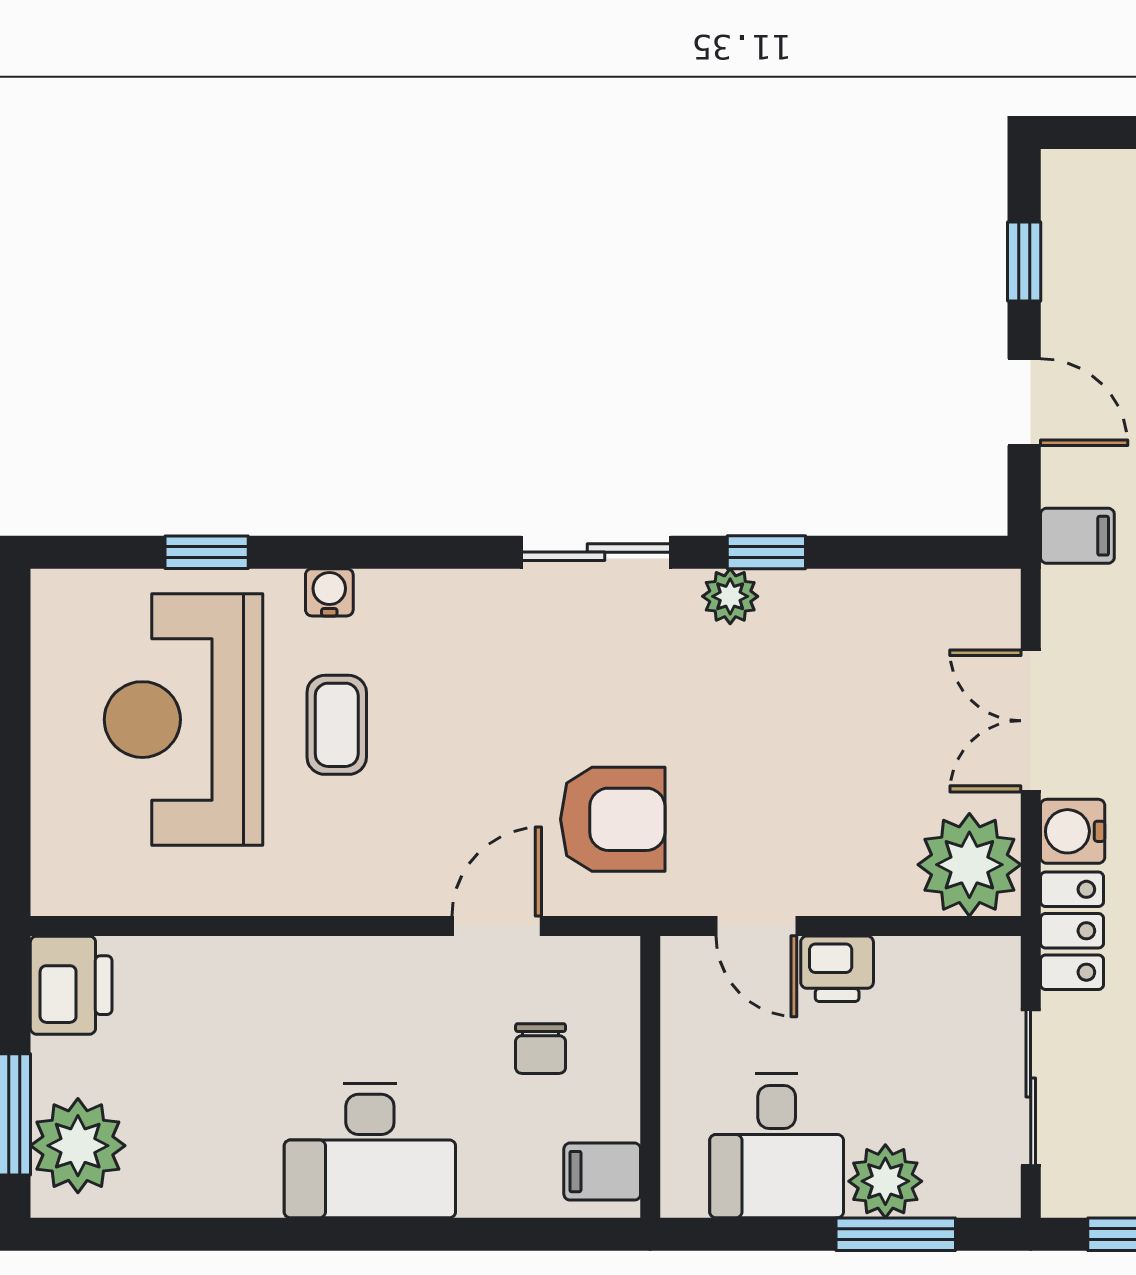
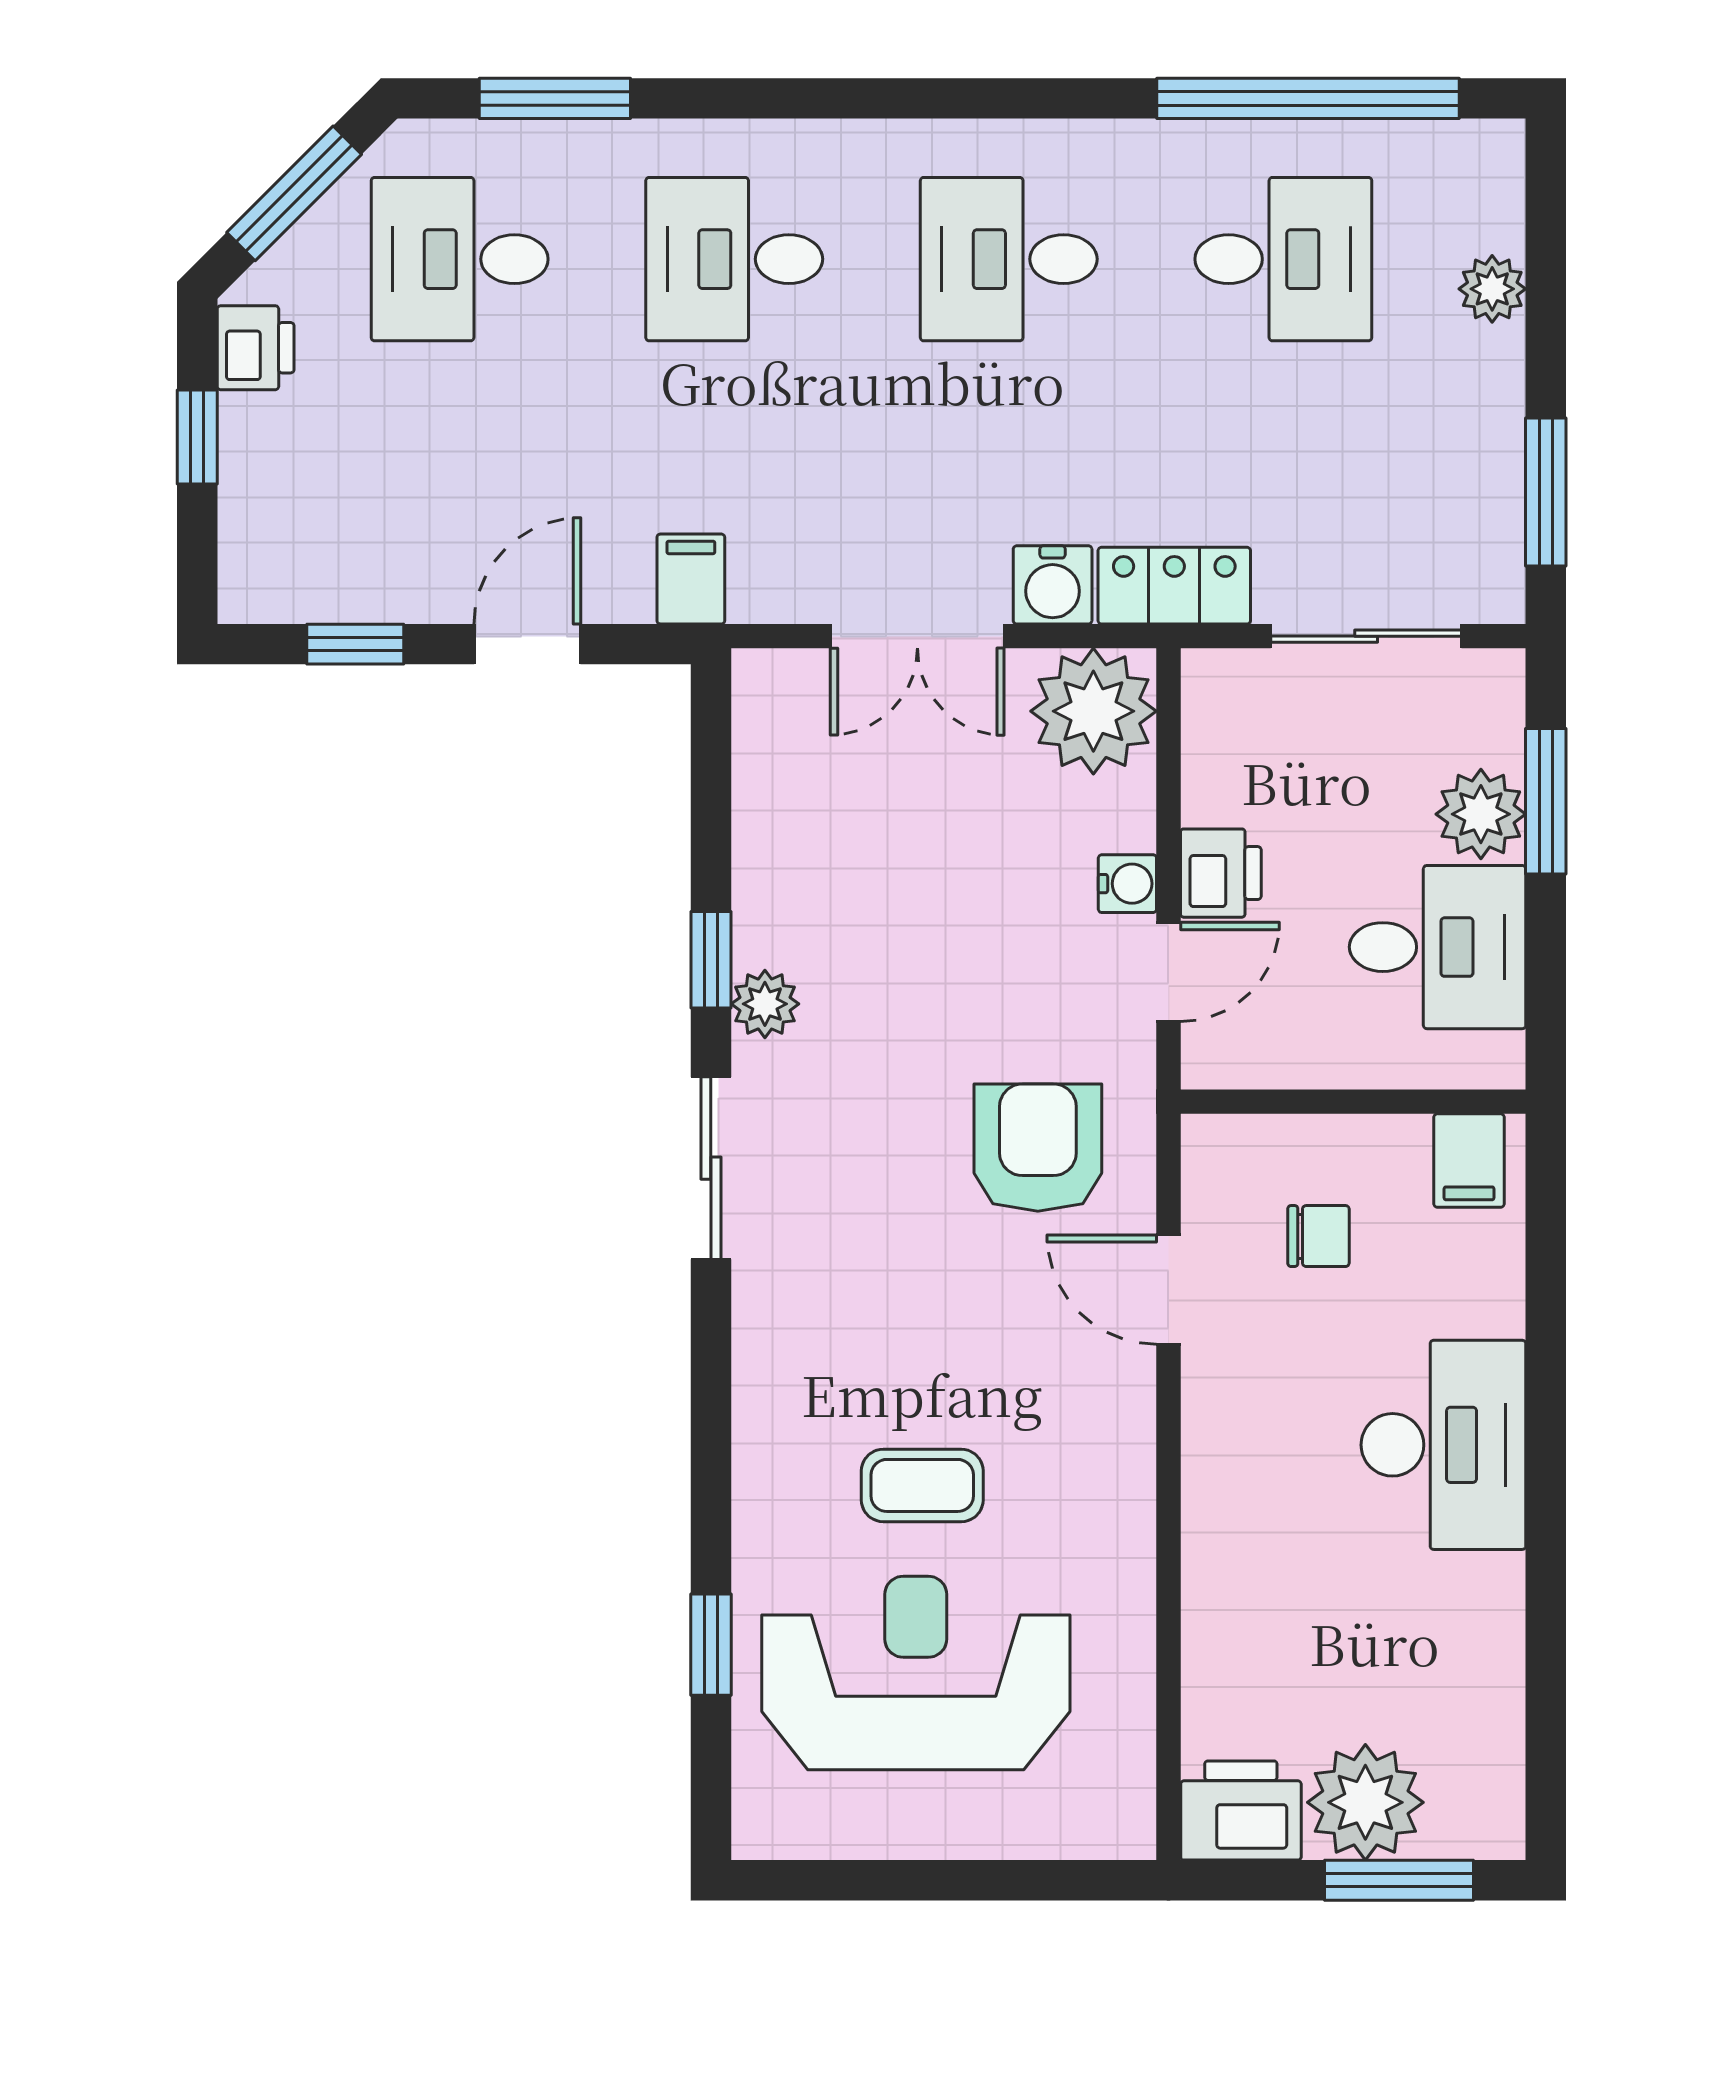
water cooler: (329, 592) -> (1127, 884), moved, turned 180
reception desk: (184, 720) -> (916, 1673), turned 180
plant: (78, 1146) -> (1365, 1802), moved

